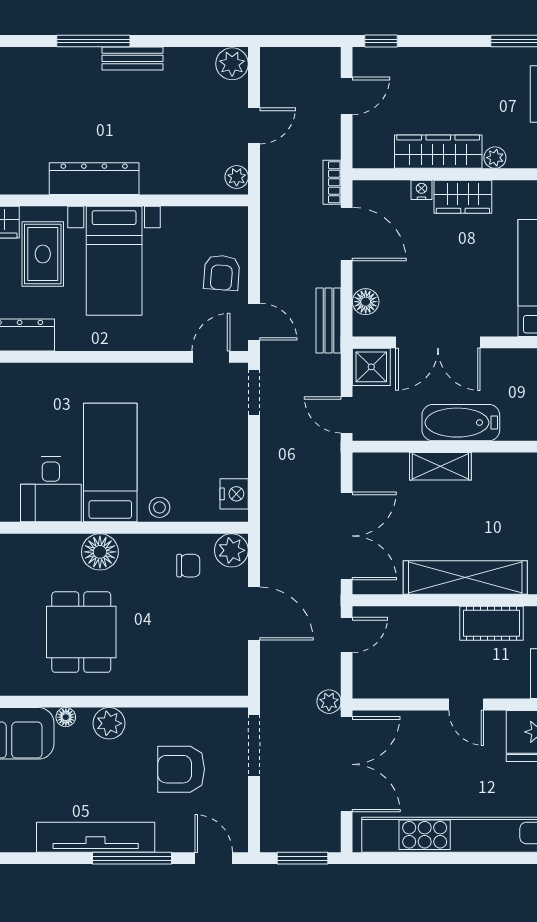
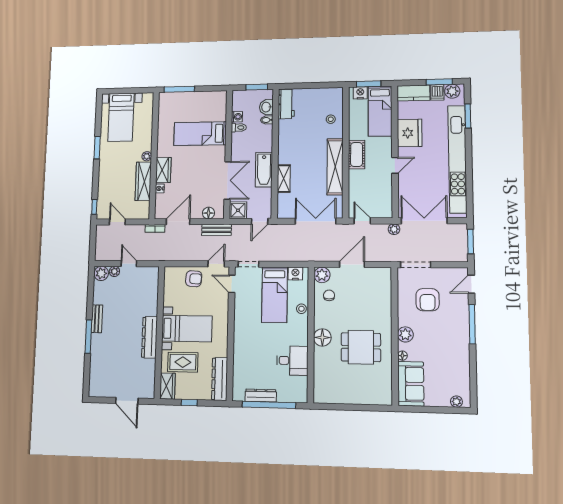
plant: (237, 177) -> (114, 271), moved
bed: (110, 463) -> (274, 295), moved, turned -90
tv unit: (96, 837) -> (462, 342), removed

